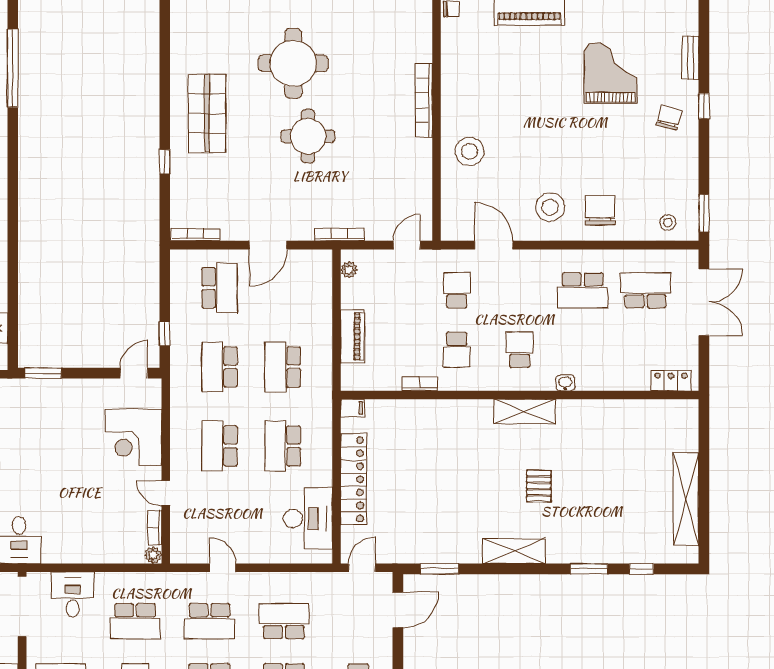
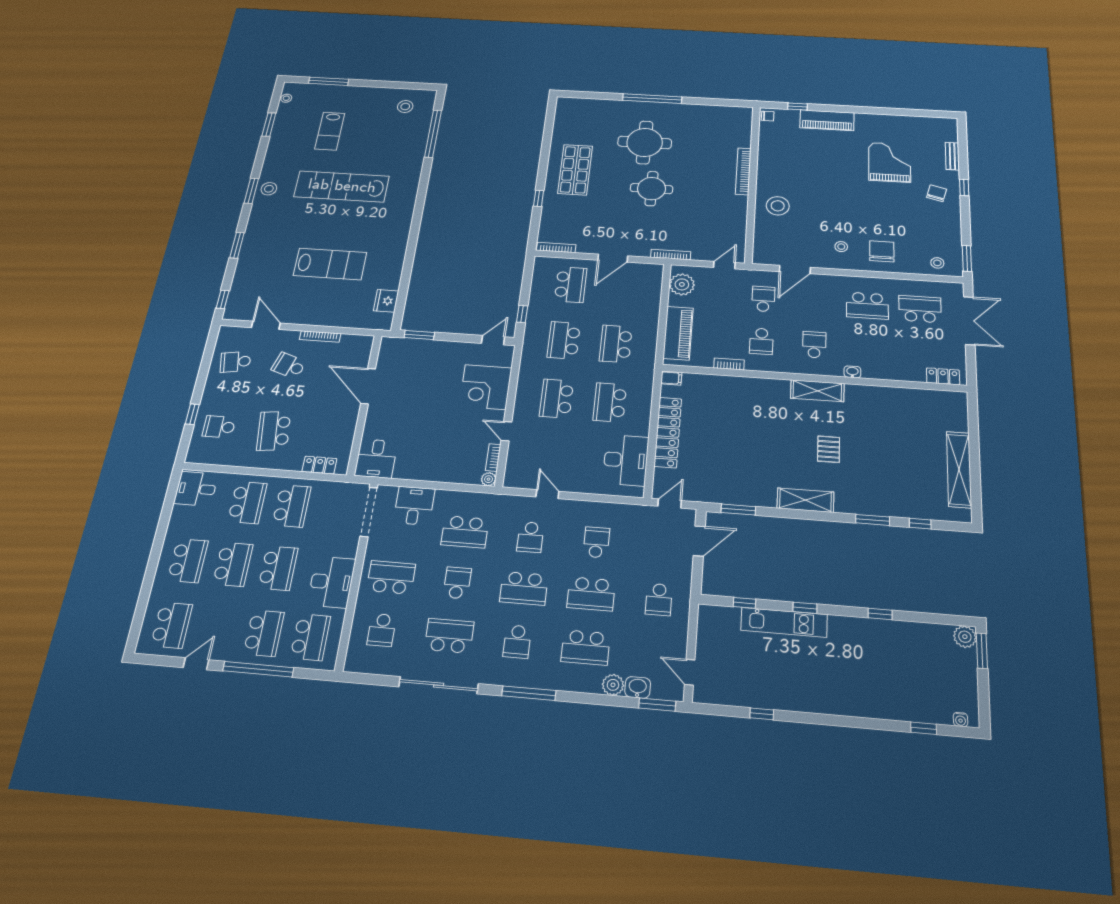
stool: (550, 207) -> (841, 247), width x0.53, depth x0.53
door: (494, 245) -> (795, 269), swing flipped
plant: (349, 270) -> (682, 284), width x1.88, depth x1.88
piano: (353, 337) -> (678, 333), width x1.37, depth x1.33
school desk: (209, 621) -> (530, 537), width x0.54
school desk: (284, 621) -> (596, 542), width x0.54

